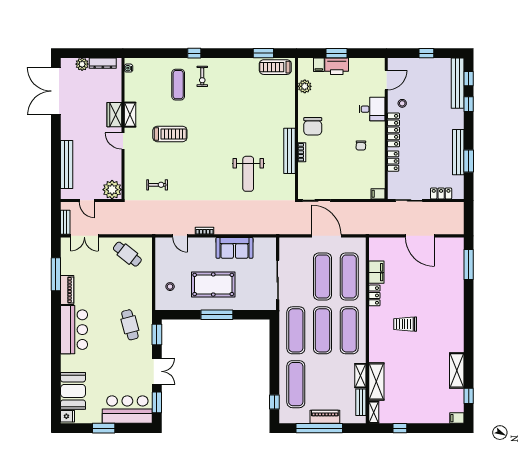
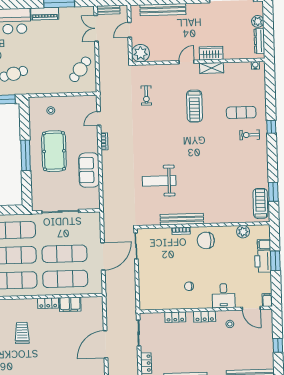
locker: (393, 130) -> (205, 317), width x0.66
filing cabinet: (378, 194) -> (267, 300), moved

